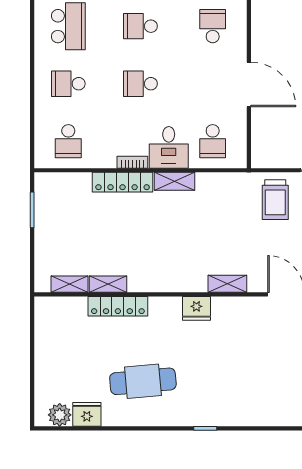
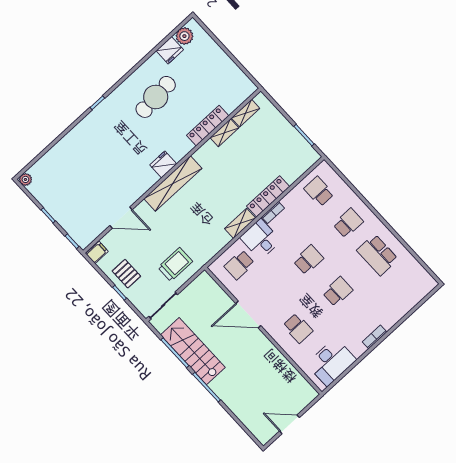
school desk: (213, 141) -> (239, 265), turned -90
trolley: (275, 200) -> (175, 264), turned 90
shelving: (227, 284) -> (173, 184), width x2.20, depth x1.33

